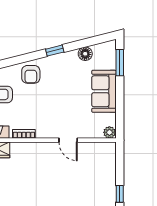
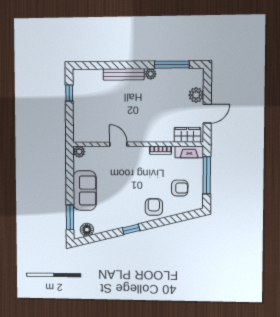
floor lamp: (85, 54) -> (87, 230), moved

